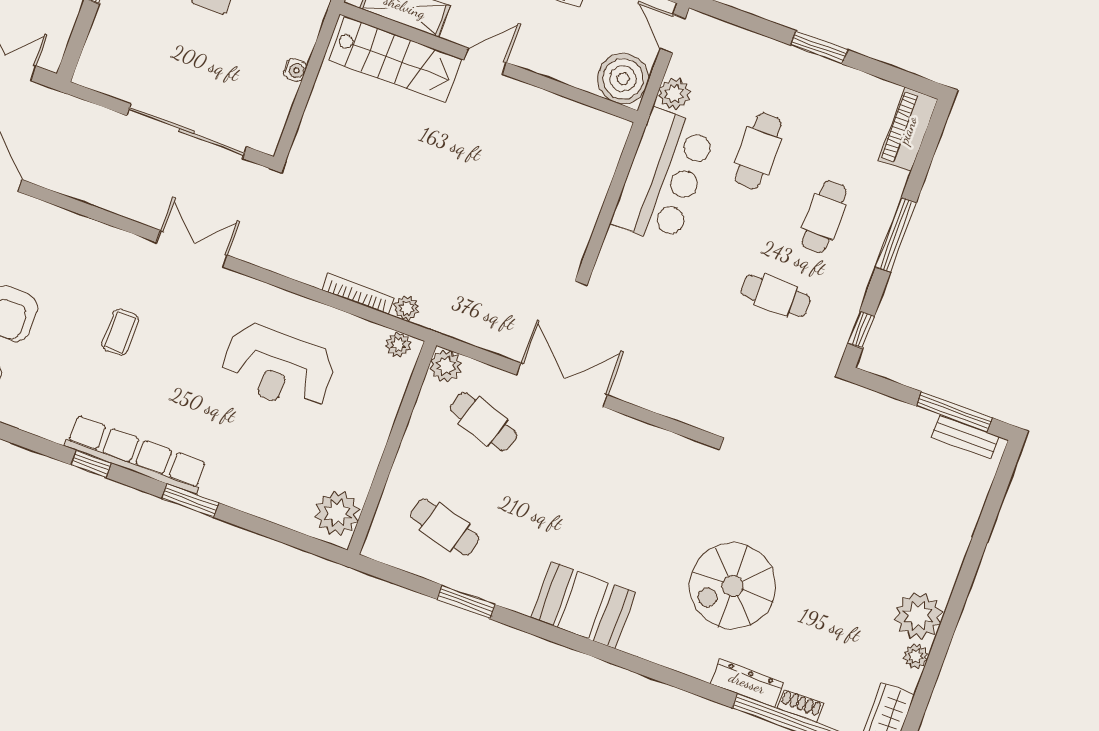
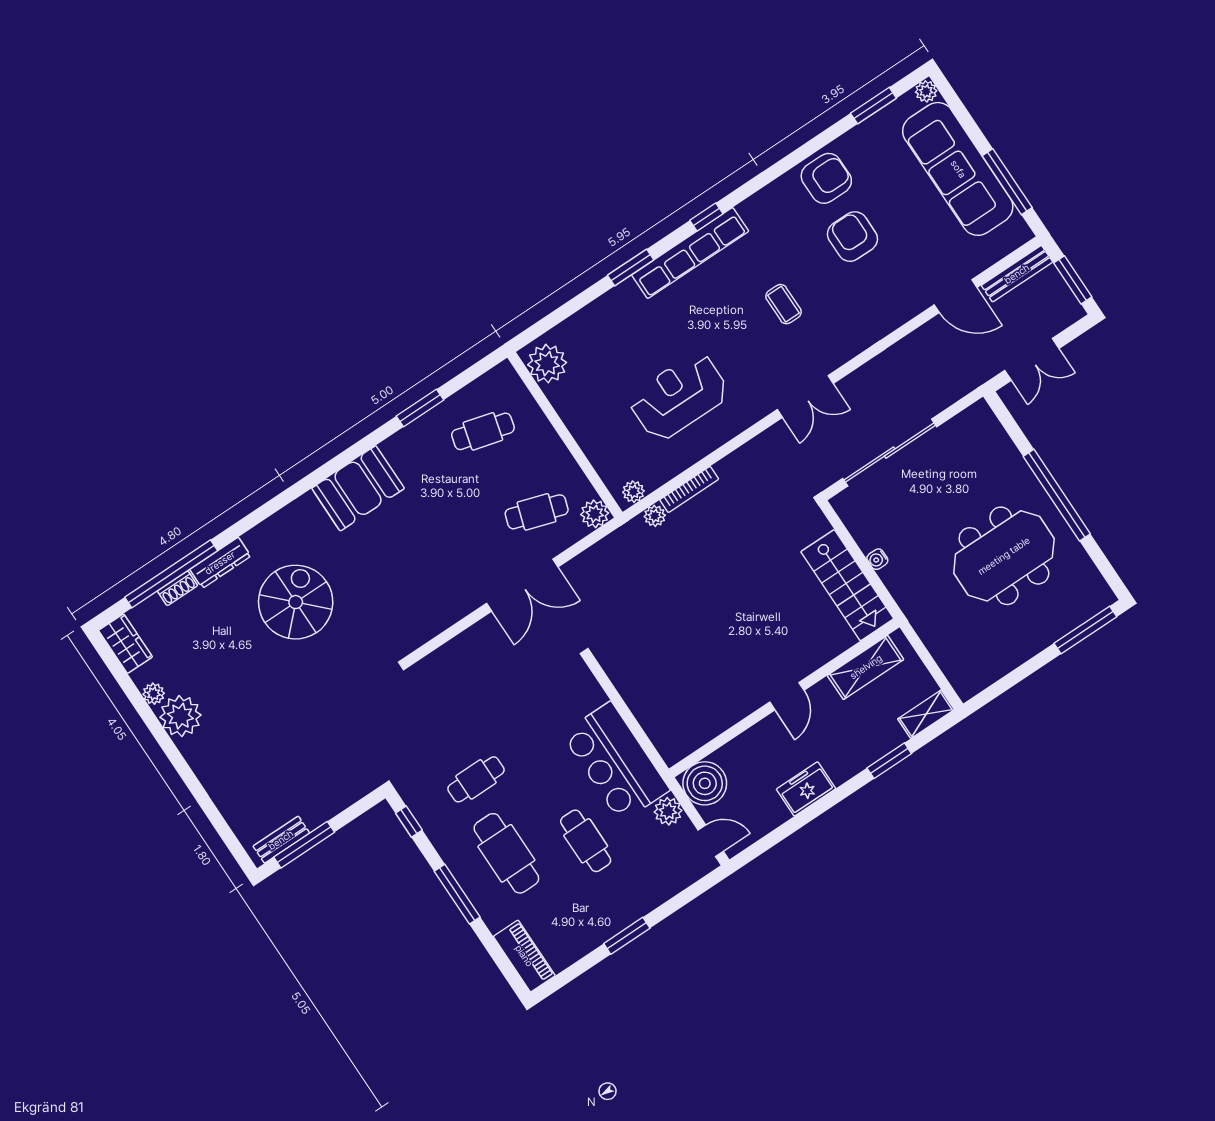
stairs: (395, 59) -> (847, 585), moved, turned -90
cafe table: (824, 217) -> (506, 853), width x1.37, depth x1.35

